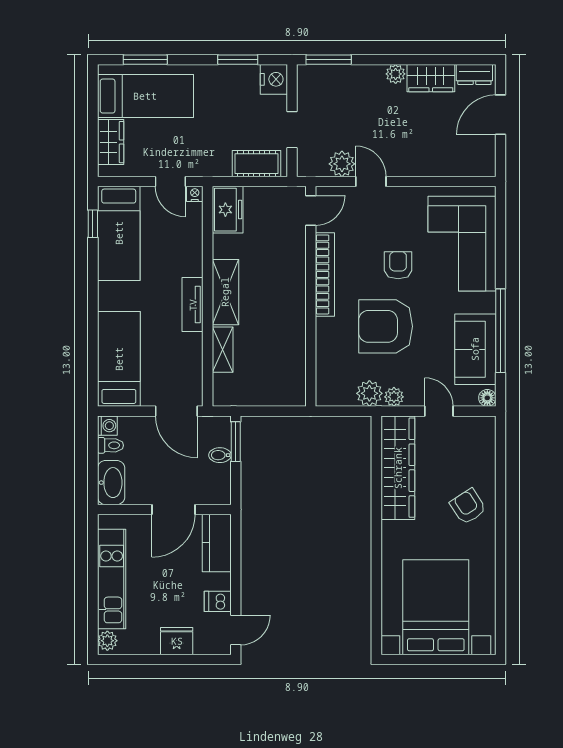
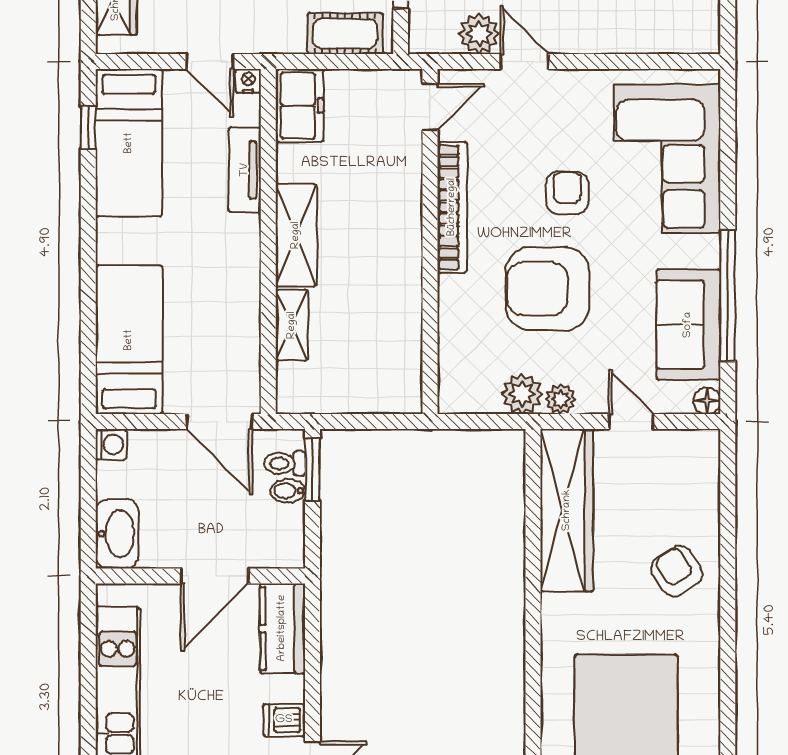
tv unit: (193, 305) -> (245, 170), moved
toilet: (110, 445) -> (285, 463), moved, turned 180

